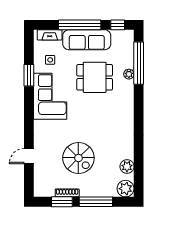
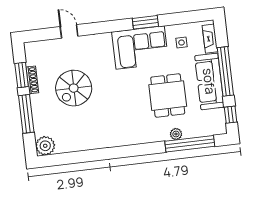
window: (29, 75) -> (145, 22), moved
plant: (127, 166) -> (71, 144), removed

